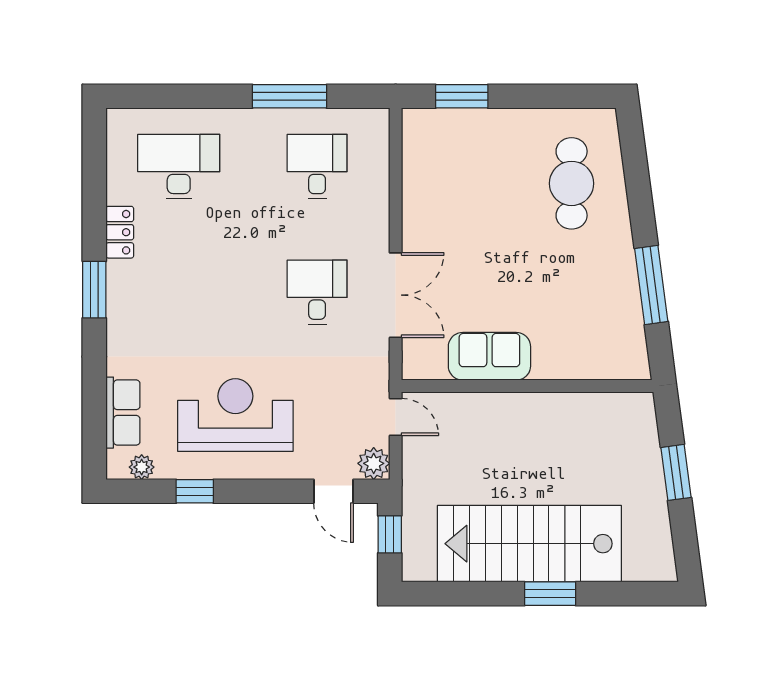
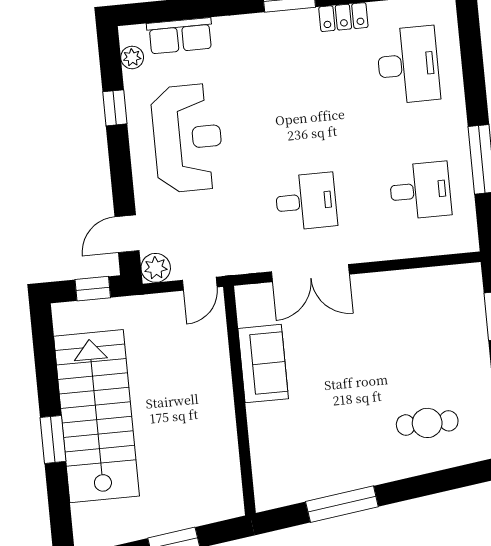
cafe table: (572, 183) -> (427, 423), width x0.73, depth x0.74

